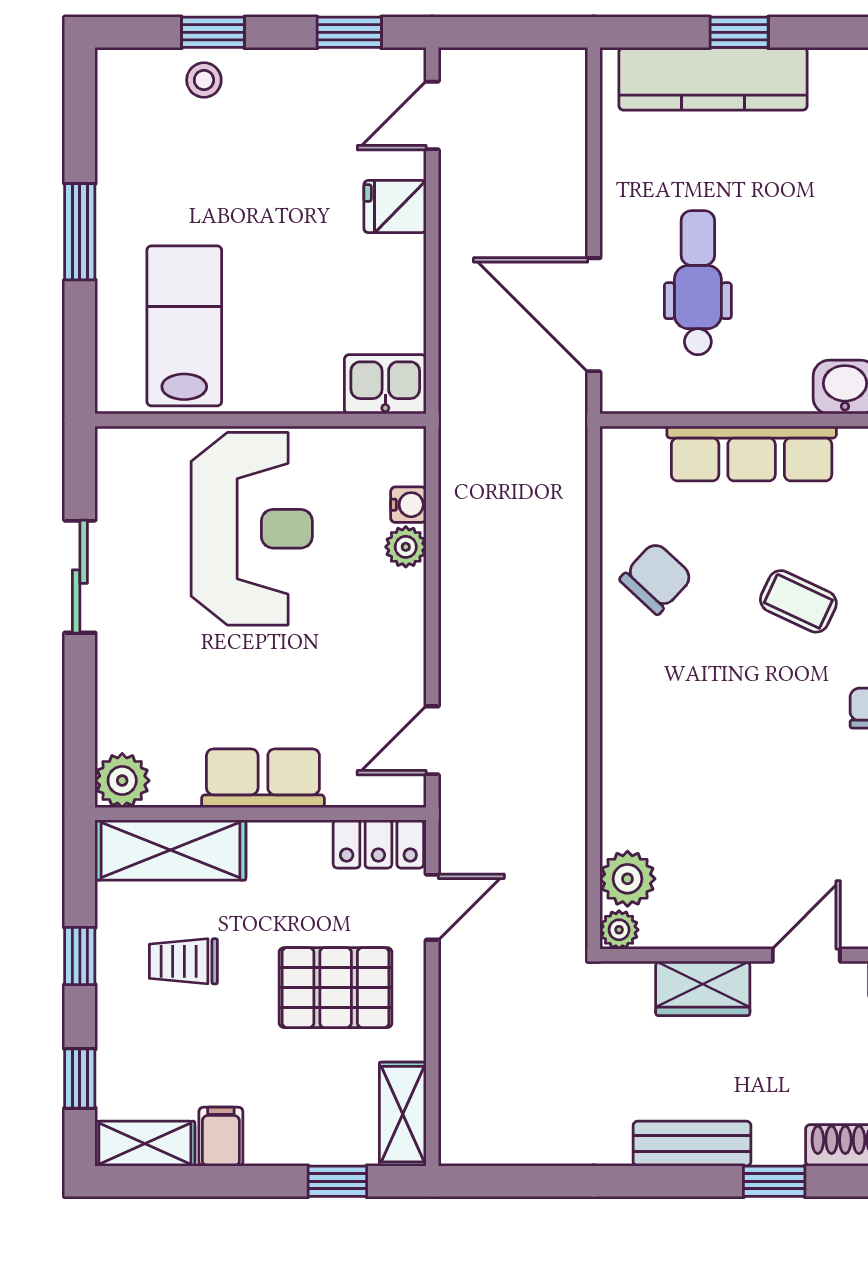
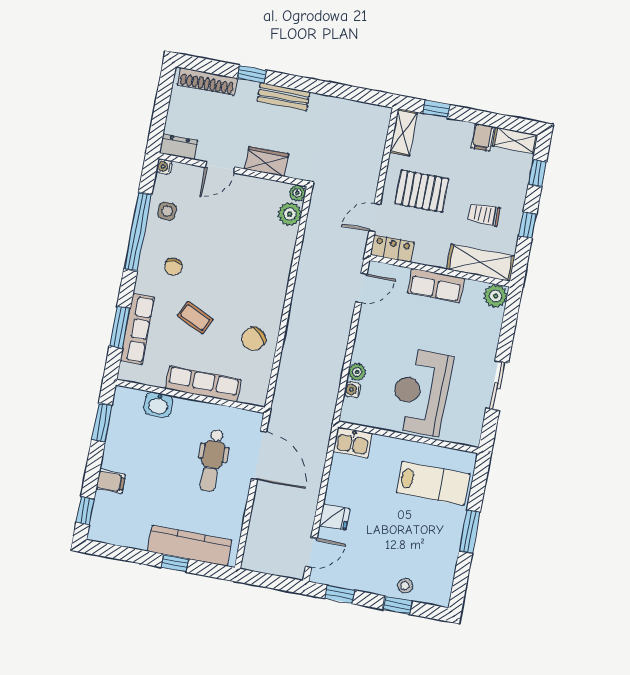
lab bench: (184, 326) -> (433, 483), turned -90
trolley: (183, 961) -> (484, 215), turned 180

